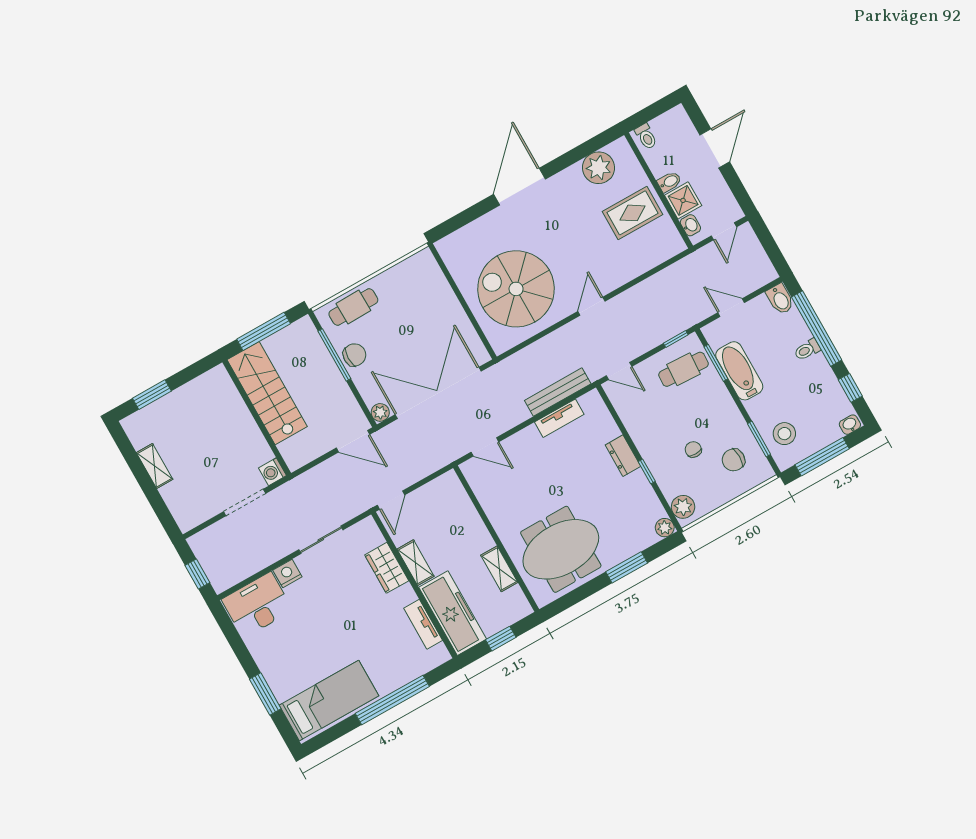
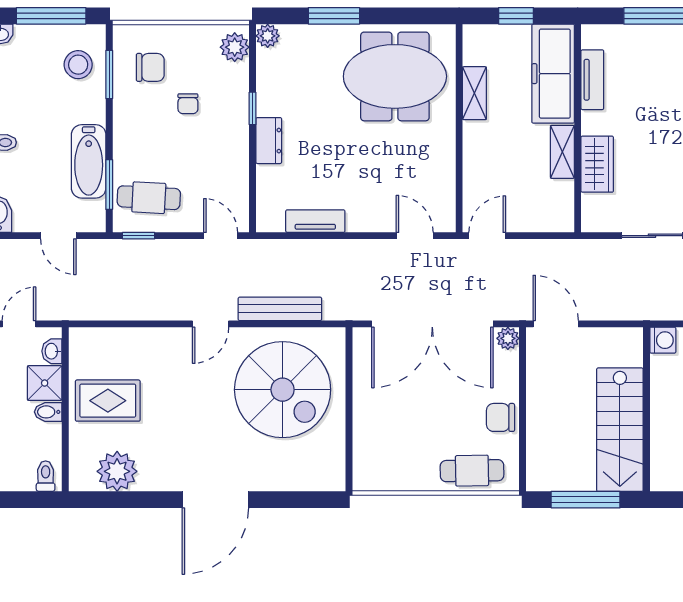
window: (334, 355) -> (523, 430), removed
bench: (558, 392) -> (280, 309), moved
door: (391, 500) -> (487, 236), moved

